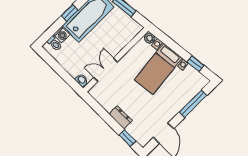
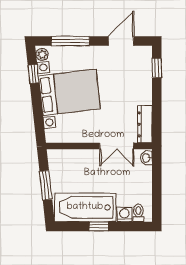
plant: (150, 38) -> (42, 54), moved
bed with nightstands: (158, 69) -> (69, 92), width x1.36
dresser: (121, 117) -> (145, 124), moved, width x1.44

